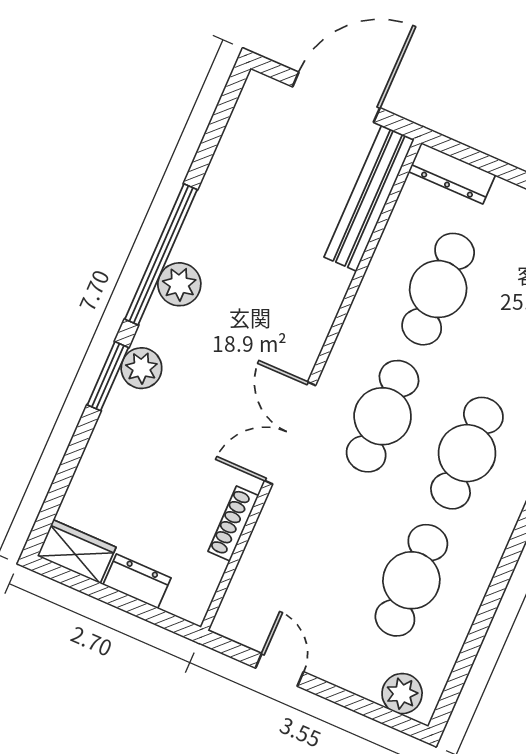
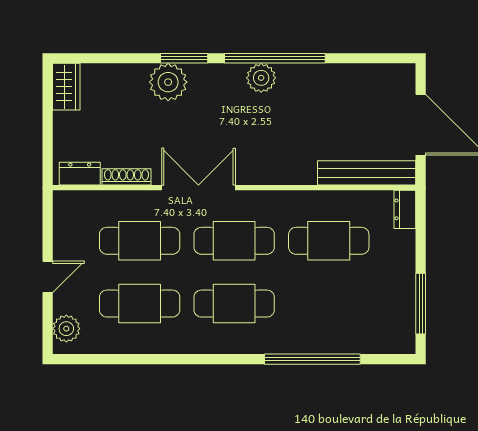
dresser: (452, 173) -> (405, 209), width x0.70
plant: (141, 368) -> (168, 82), moved, width x1.36, depth x1.36
cafe table: (327, 543) -> (140, 241), added
dresser: (137, 581) -> (80, 174), moved, turned -90
door: (279, 670) -> (48, 277), moved

